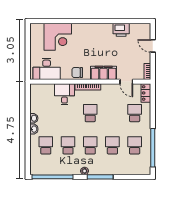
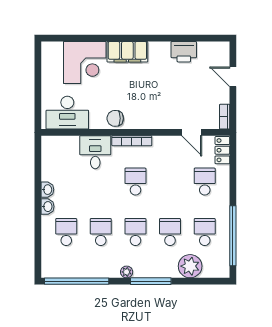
filing cabinet: (104, 73) -> (127, 52), moved, turned 180
plant: (125, 167) -> (190, 266), added

